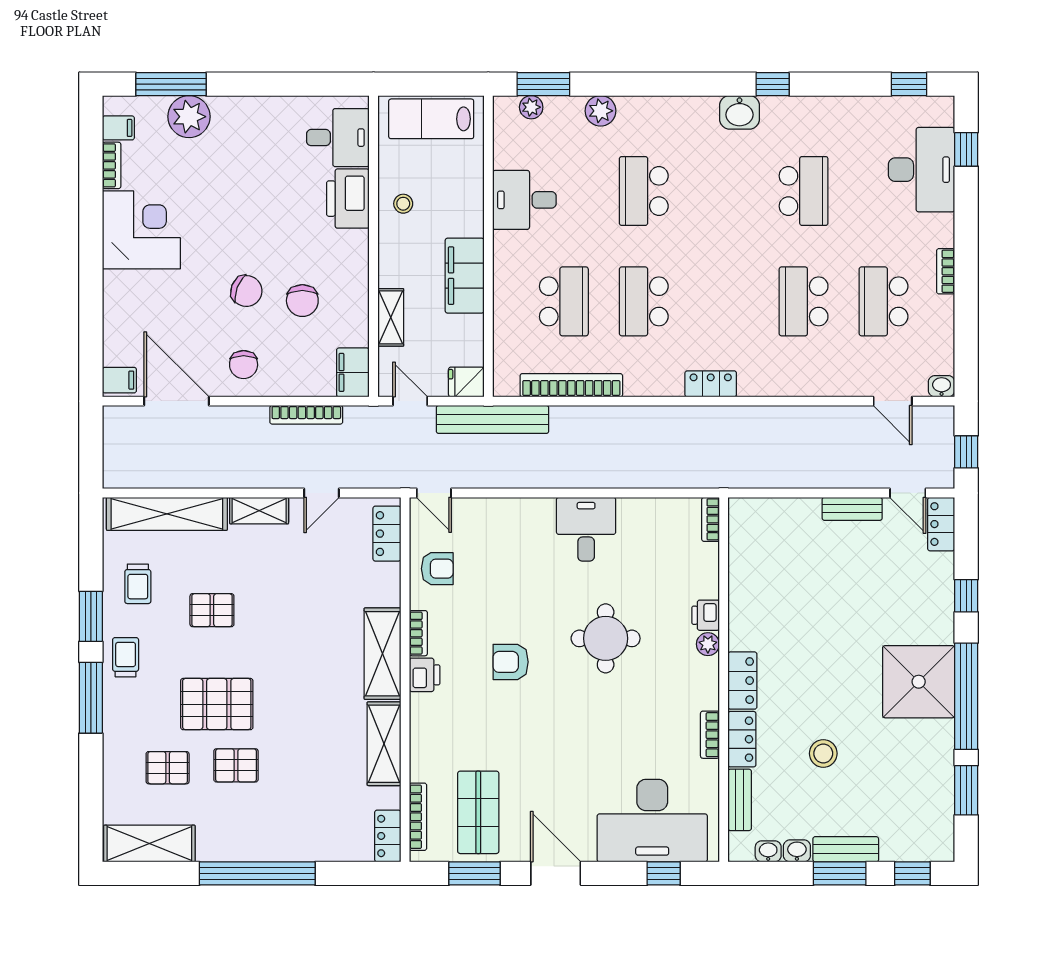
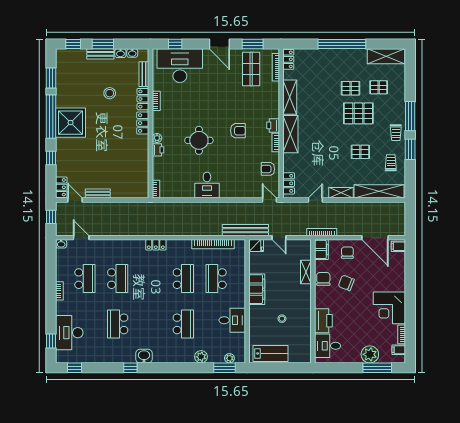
desk: (338, 138) -> (328, 346), moved
printer: (348, 199) -> (323, 321), moved
wall: (374, 246) -> (313, 301), moved
shelving: (391, 317) -> (306, 272), moved
filing cabinet: (353, 372) -> (321, 249), moved

